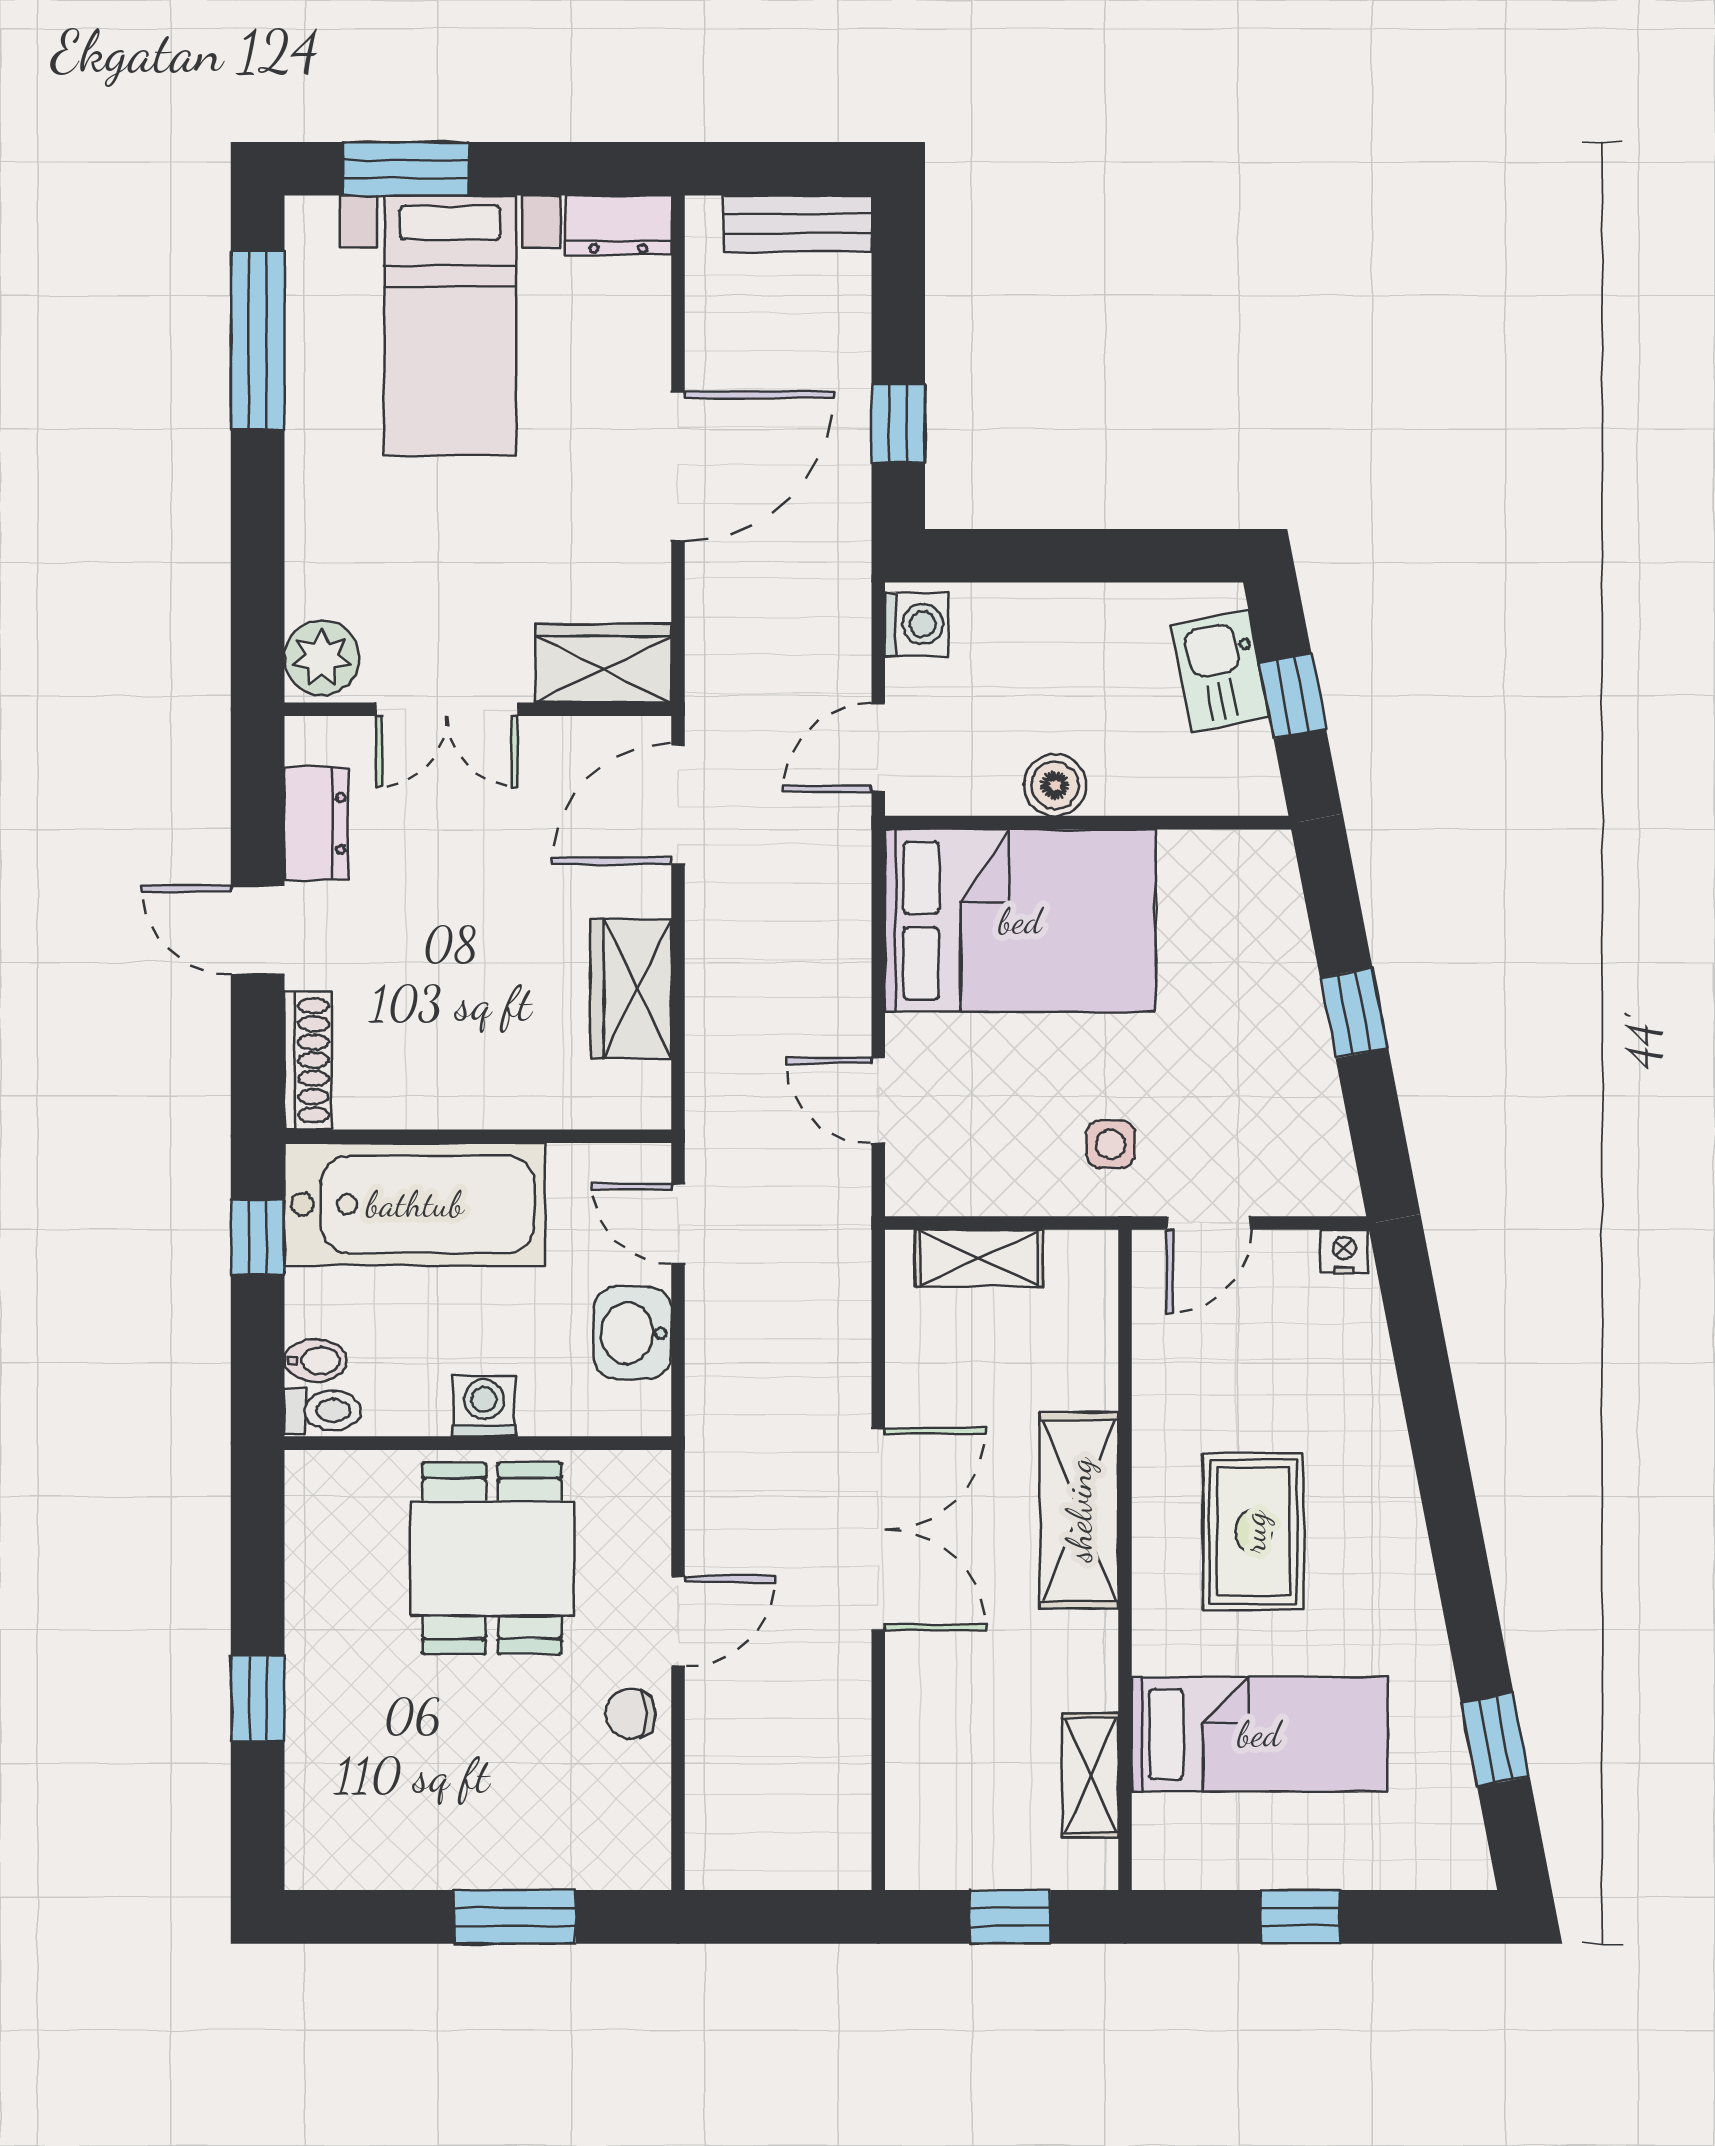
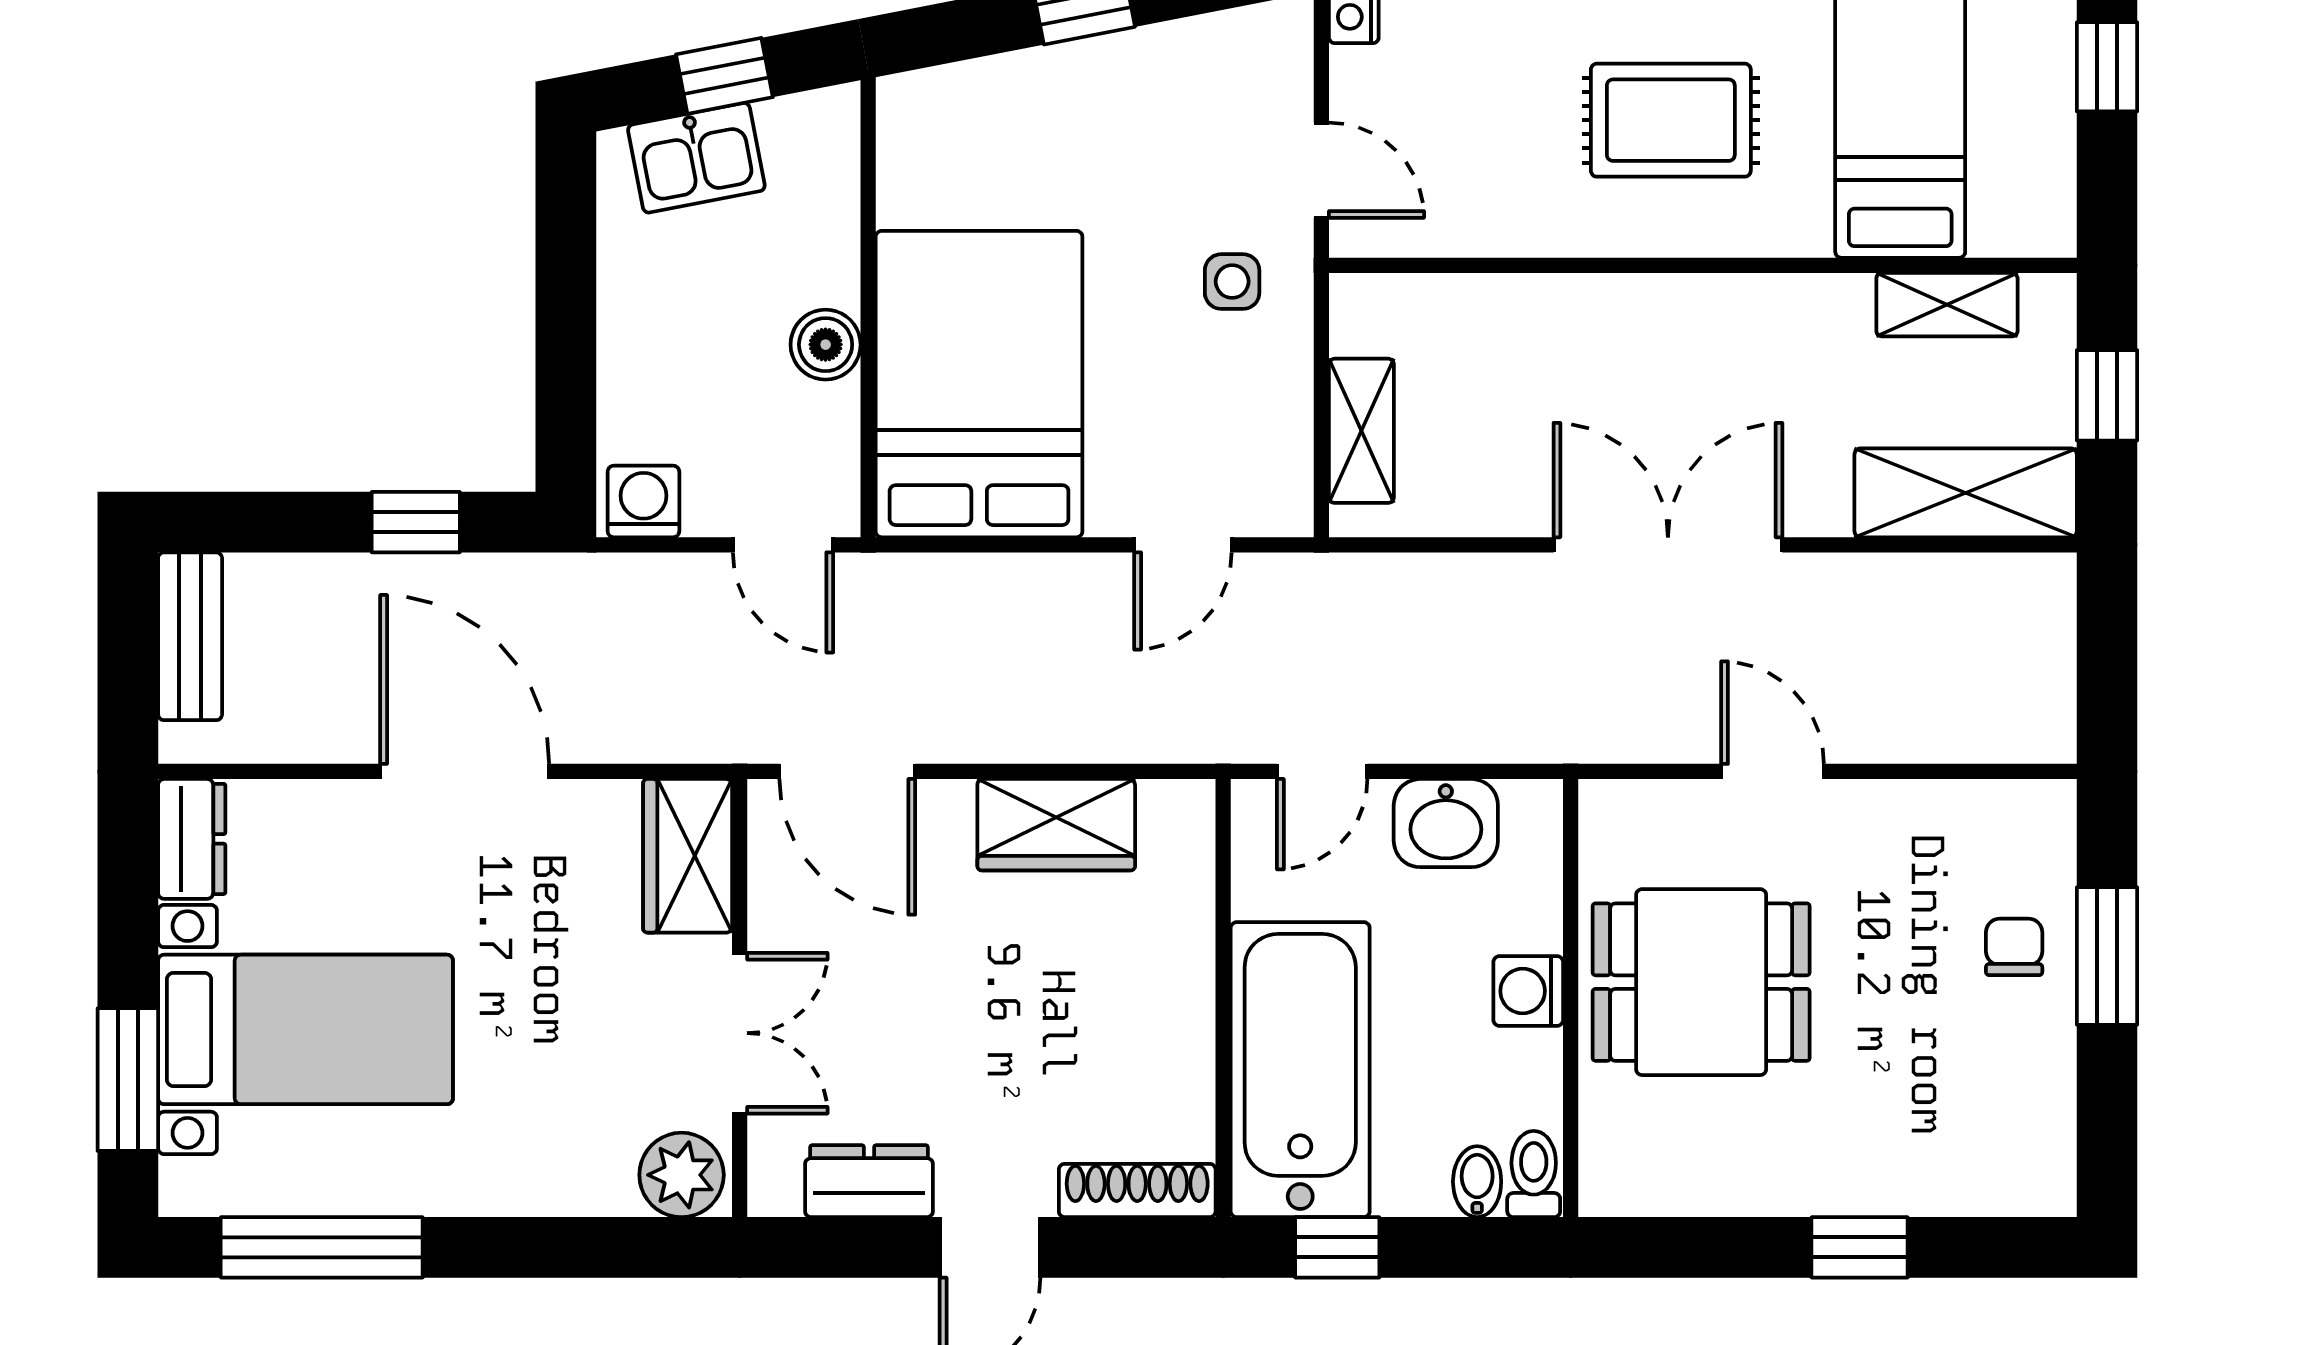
shelving: (1079, 1510) -> (1966, 493), moved
chair: (631, 1714) -> (2014, 947), moved, turned 180

